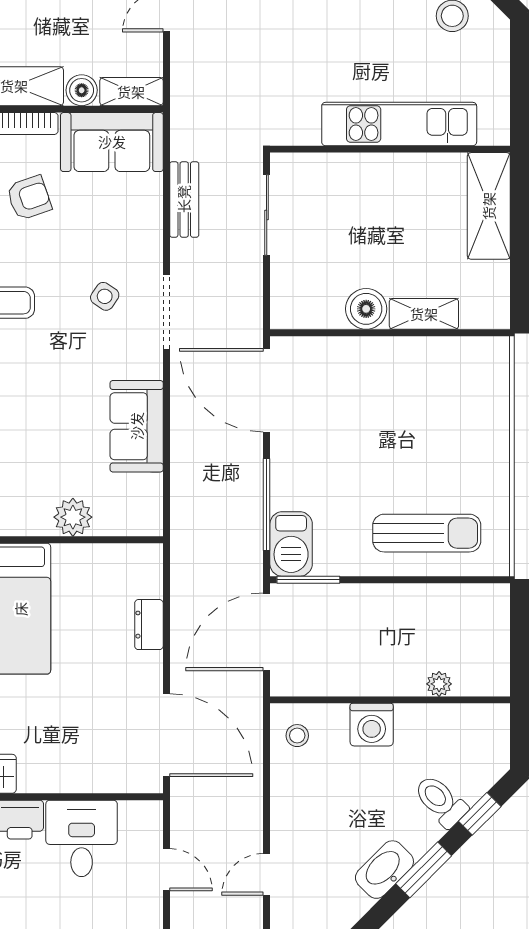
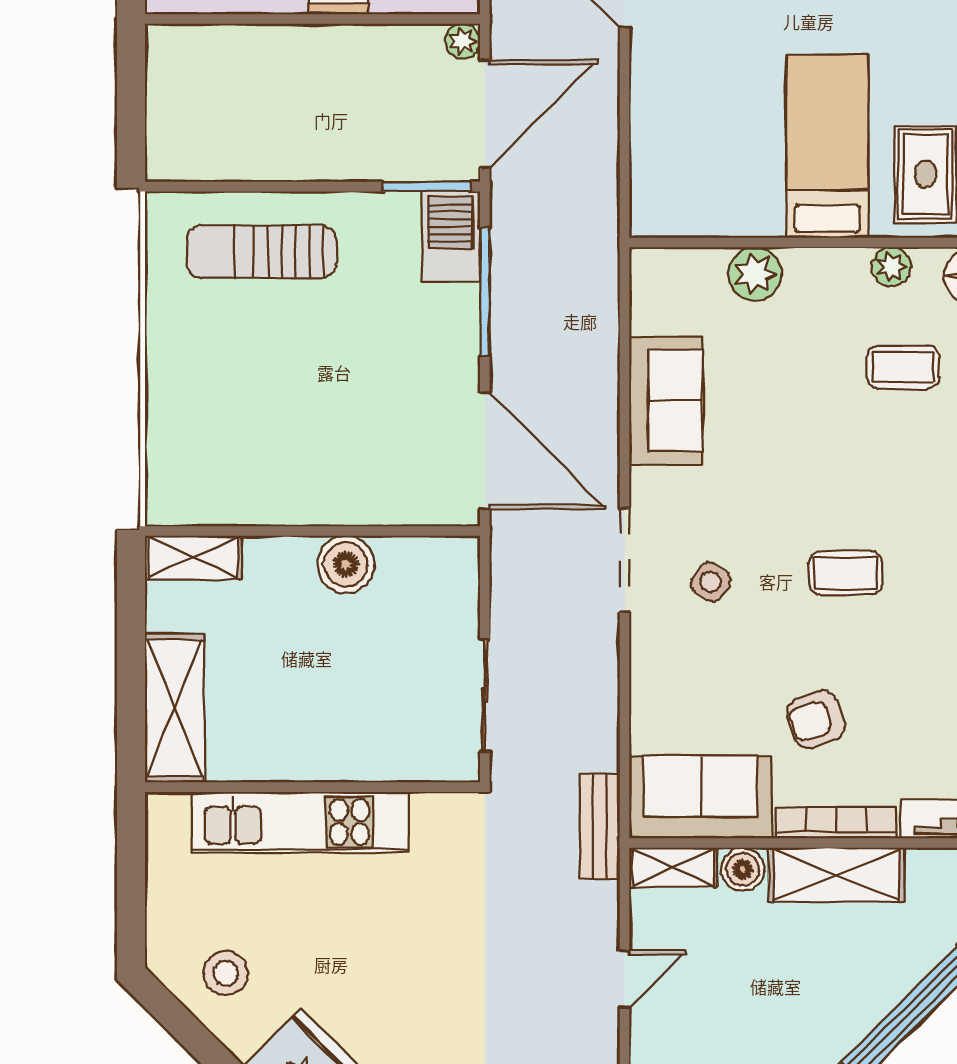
bench: (184, 199) -> (600, 826), moved
shelving: (424, 314) -> (193, 557), moved
dresser: (149, 625) -> (649, 124), removed
plant: (439, 684) -> (463, 41), moved

